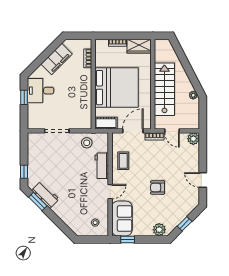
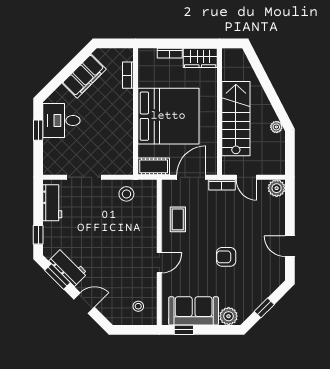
workbench: (102, 166) -> (52, 203), moved, turned 180
sofa: (122, 218) -> (194, 311), moved, turned -90
door: (57, 220) -> (84, 303), added

